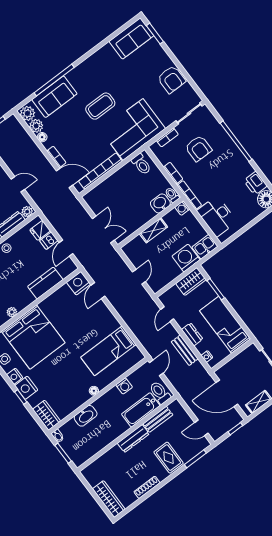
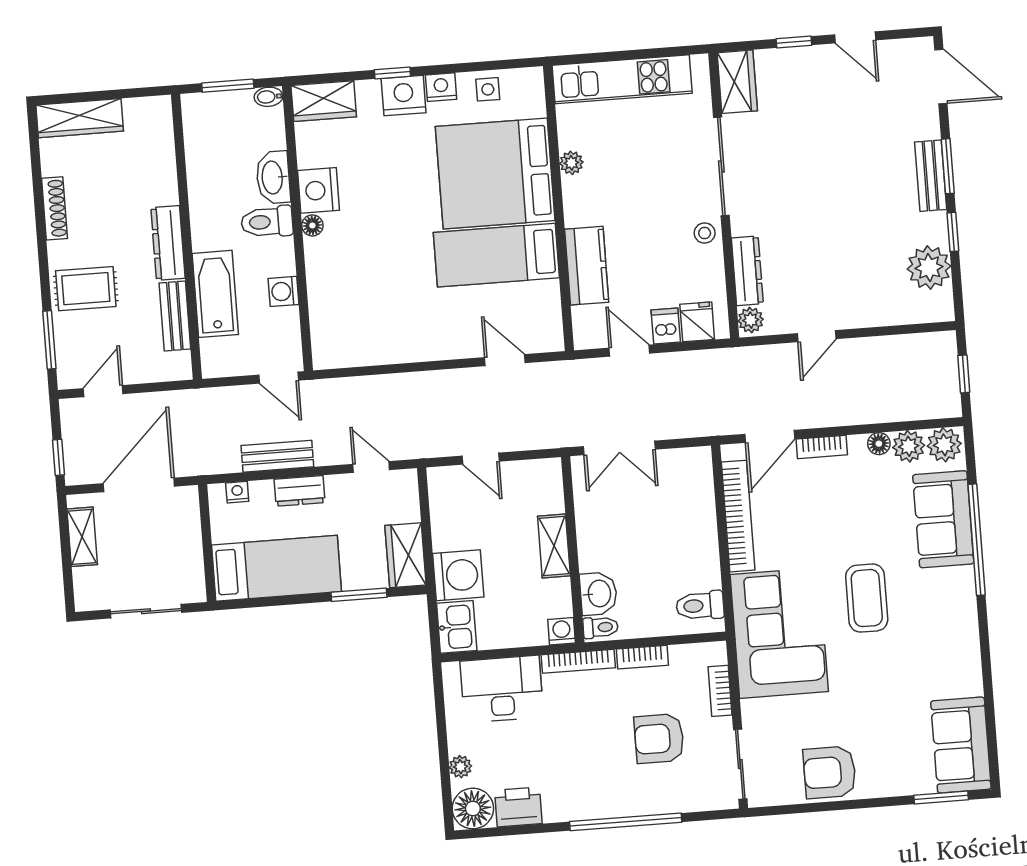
plant: (254, 213) -> (460, 767), added
nightstand: (79, 283) -> (318, 190), moved, turned 180
bed: (108, 351) -> (496, 255), moved, turned -90
toilet: (160, 393) -> (267, 222), moved, turned 180

